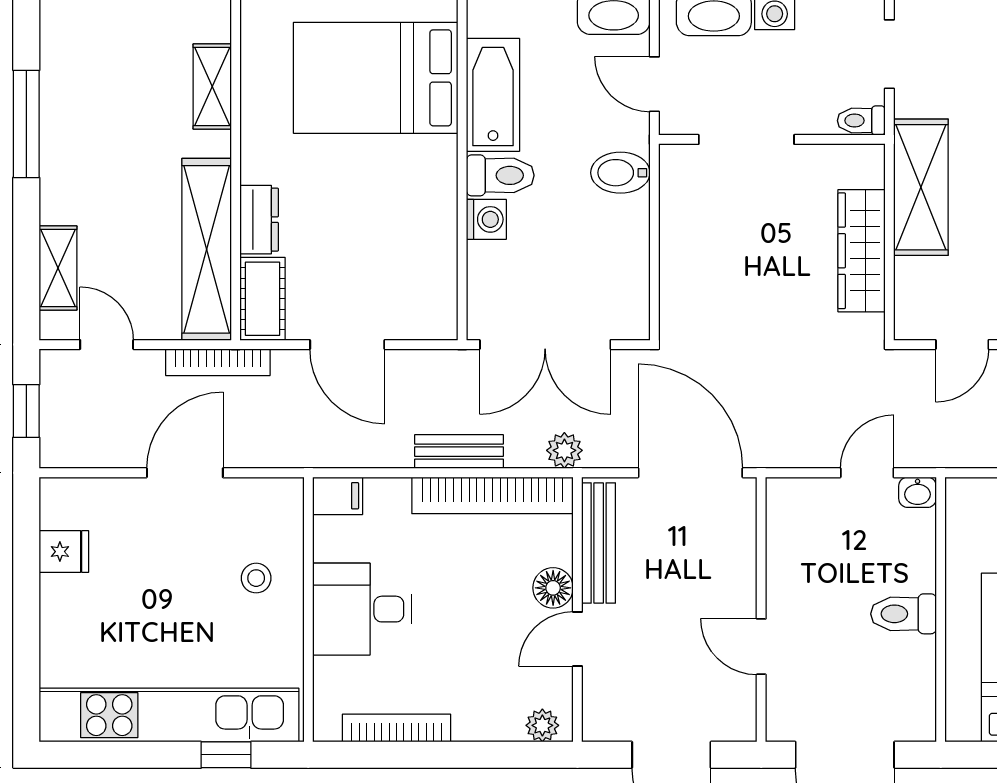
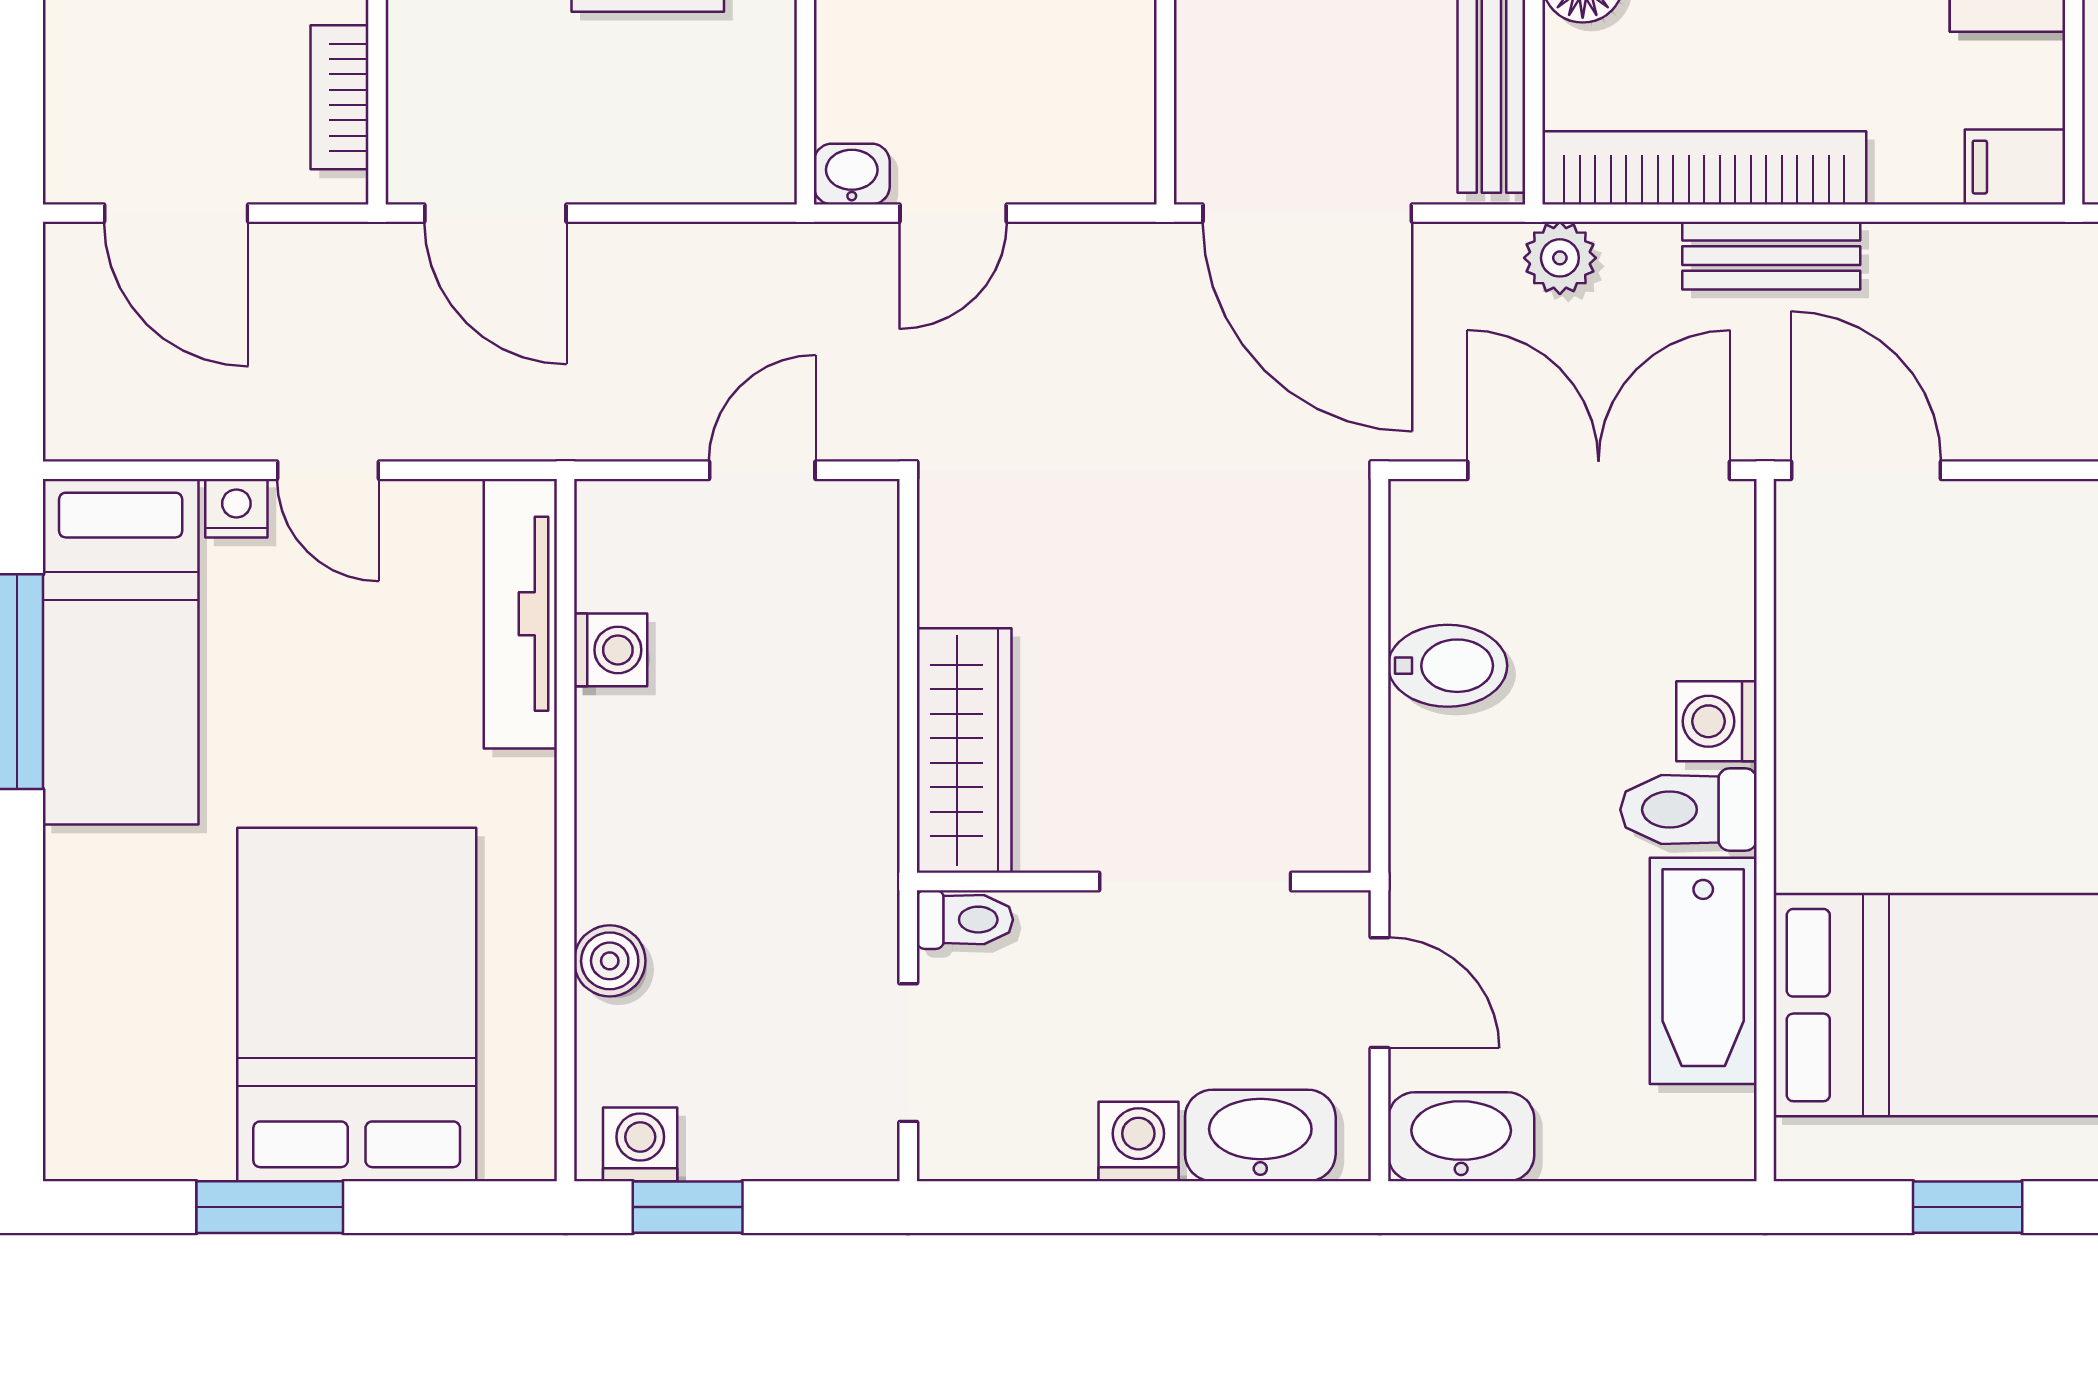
bidet: (620, 173) -> (1448, 666), moved
shelving: (921, 187) -> (845, 786), removed
wardrobe: (862, 251) -> (964, 751), moved
door: (347, 345) -> (1866, 470), moved

